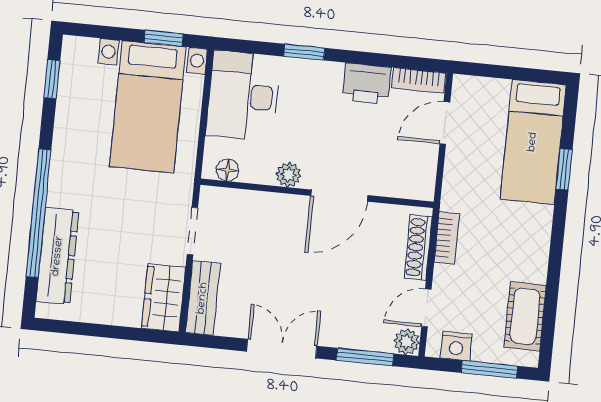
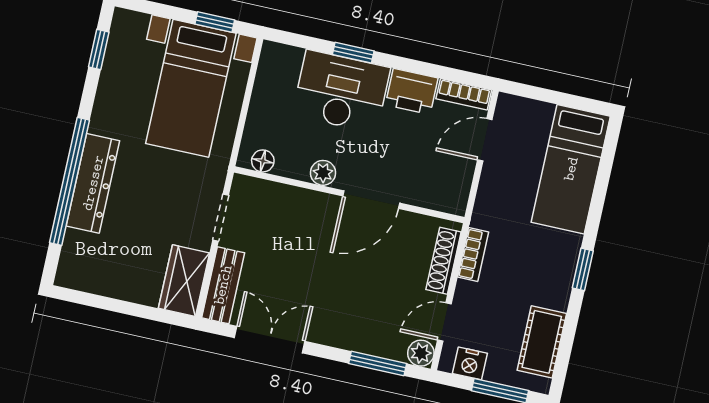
desk: (243, 96) -> (341, 91), moved, turned 90
window: (564, 169) -> (583, 269), moved
dresser: (58, 256) -> (93, 183), moved
double door: (282, 349) -> (270, 340), moved

